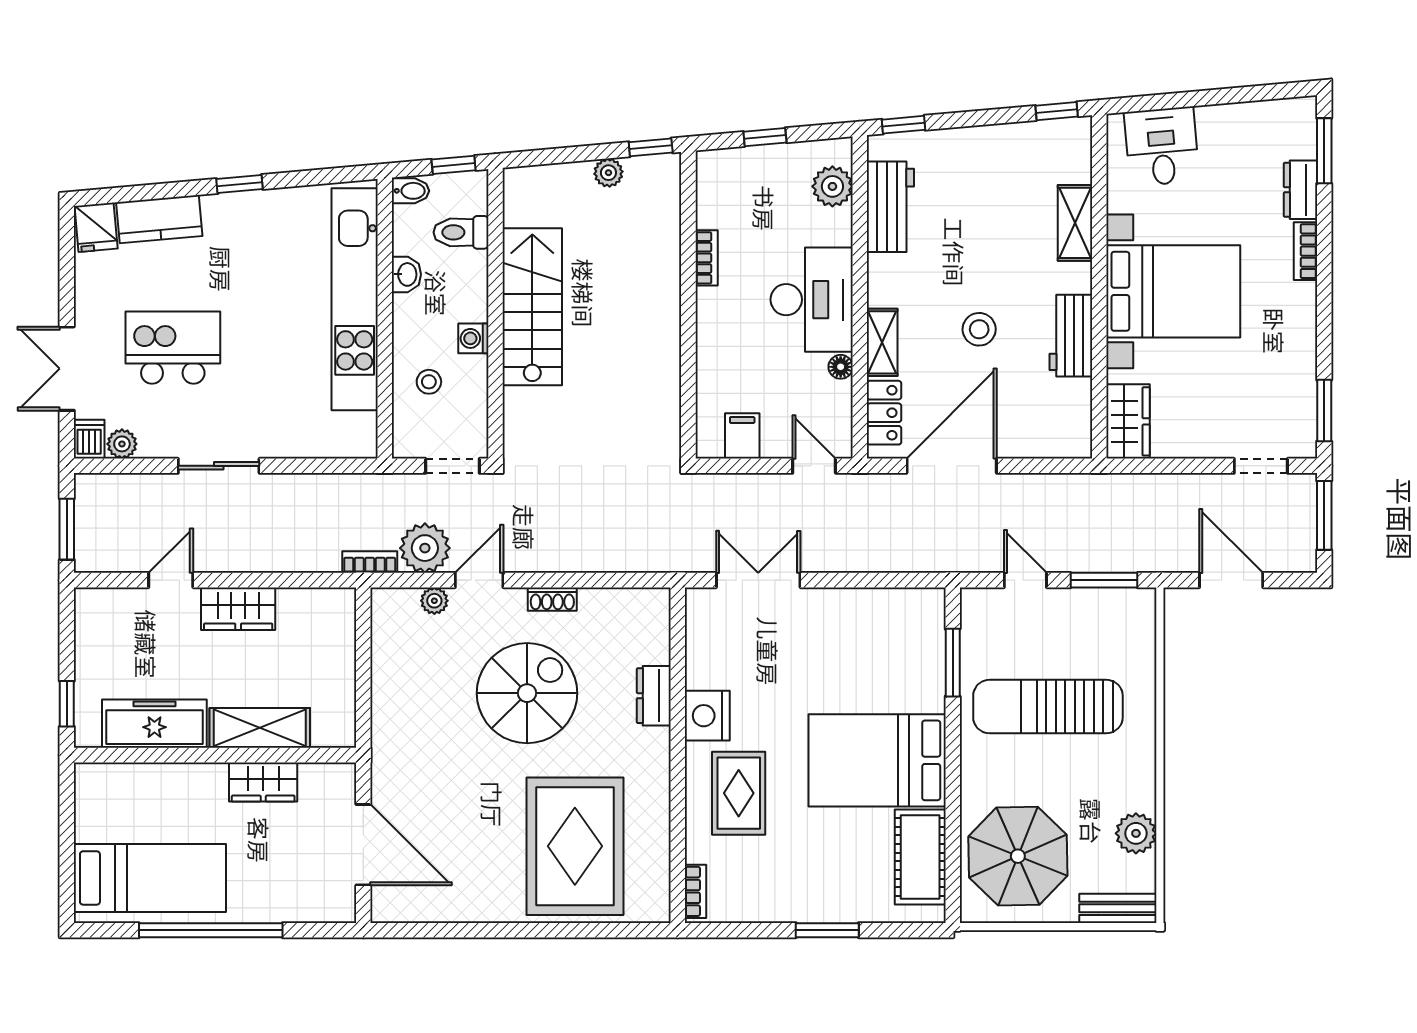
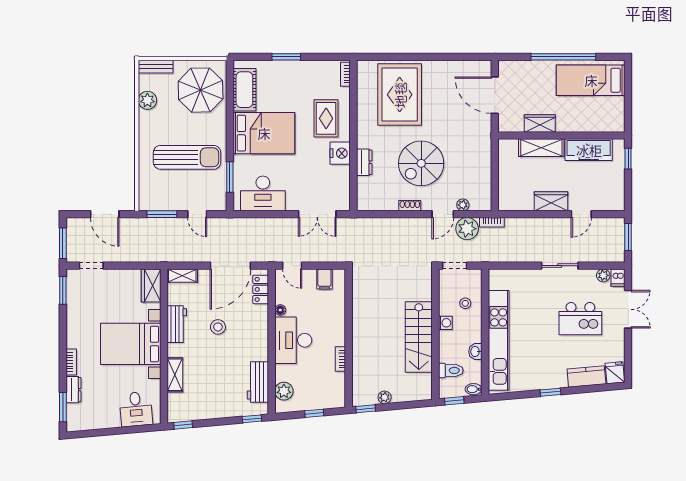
shelving: (882, 342) -> (182, 276), moved, turned 90
desk: (879, 626) -> (263, 193), added

